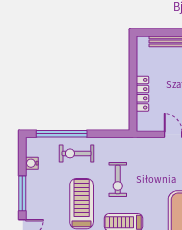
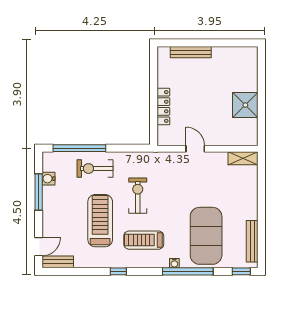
exercise bike: (118, 179) -> (138, 196), turned 180
window: (22, 193) -> (39, 192), moved

